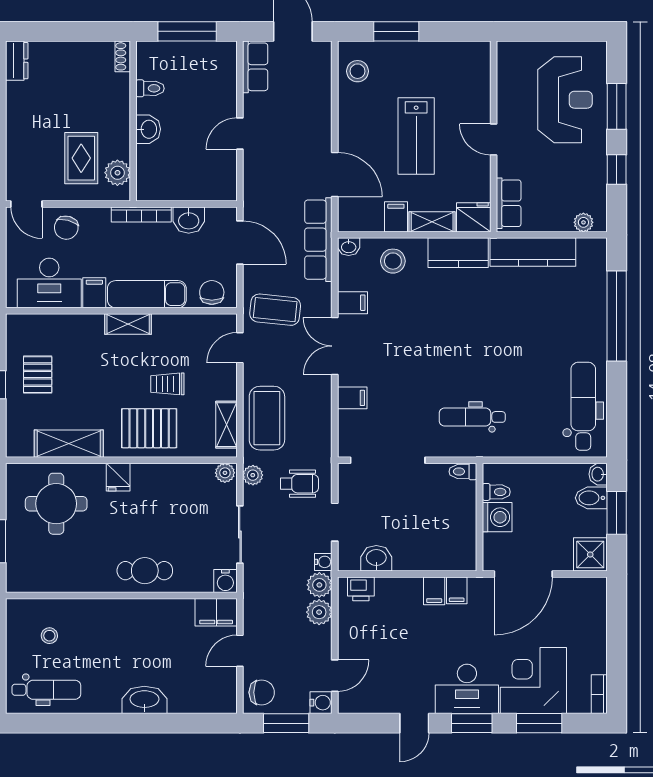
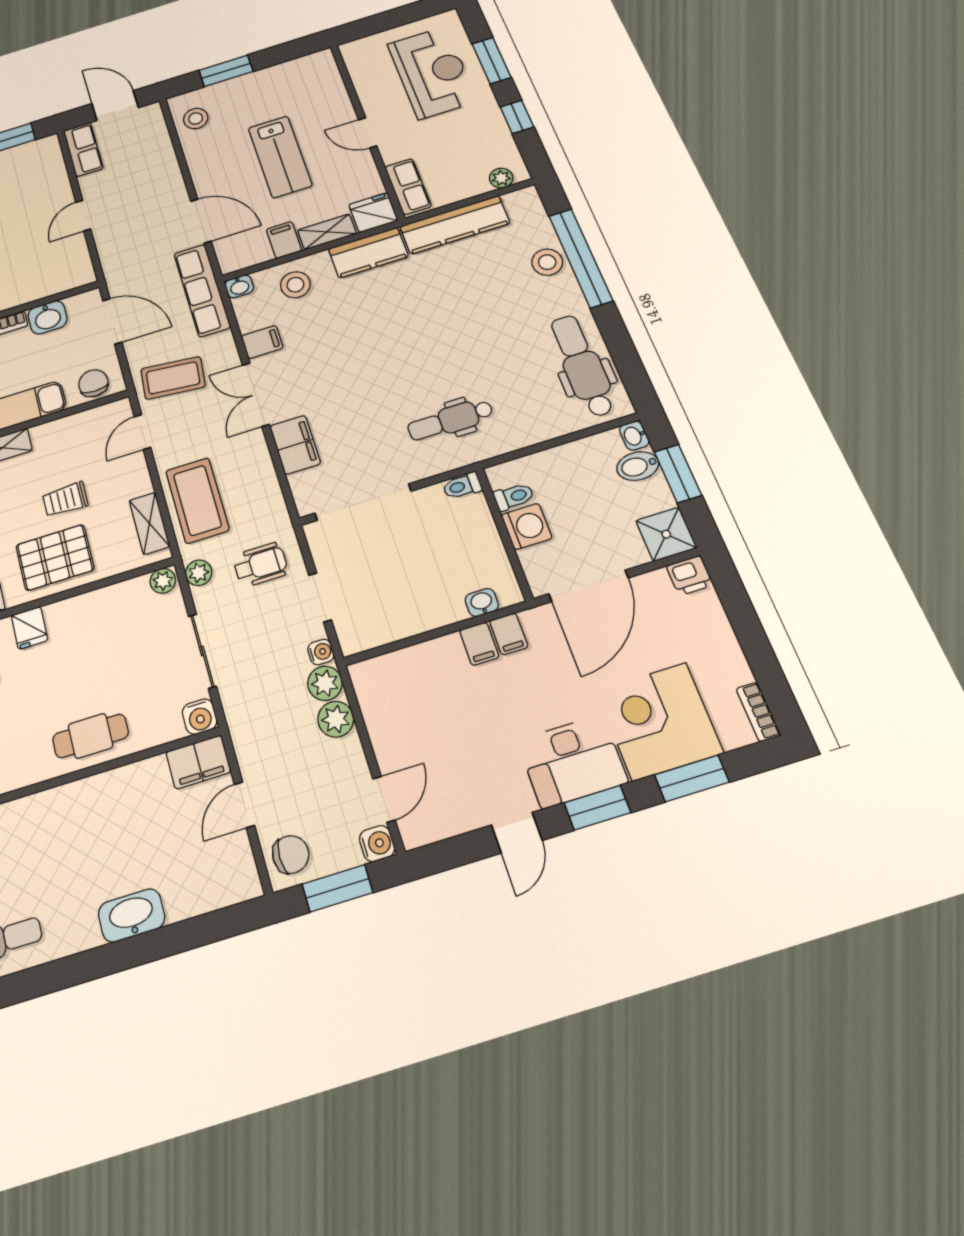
stool: (590, 311) -> (547, 262), added
filing cabinet: (352, 398) -> (295, 445), width x2.00
washbasin: (376, 558) -> (482, 602), moved, width x0.72, depth x0.69
printer: (361, 589) -> (690, 576), moved

